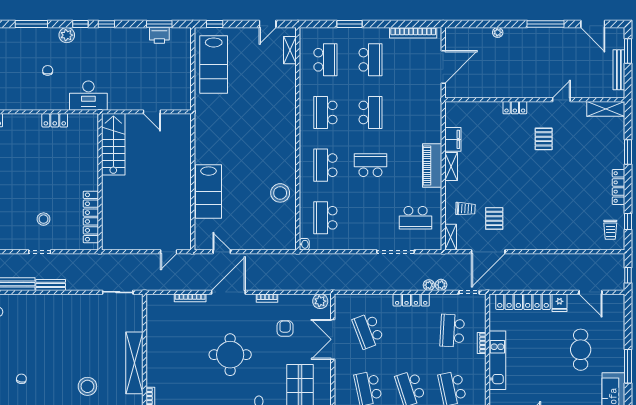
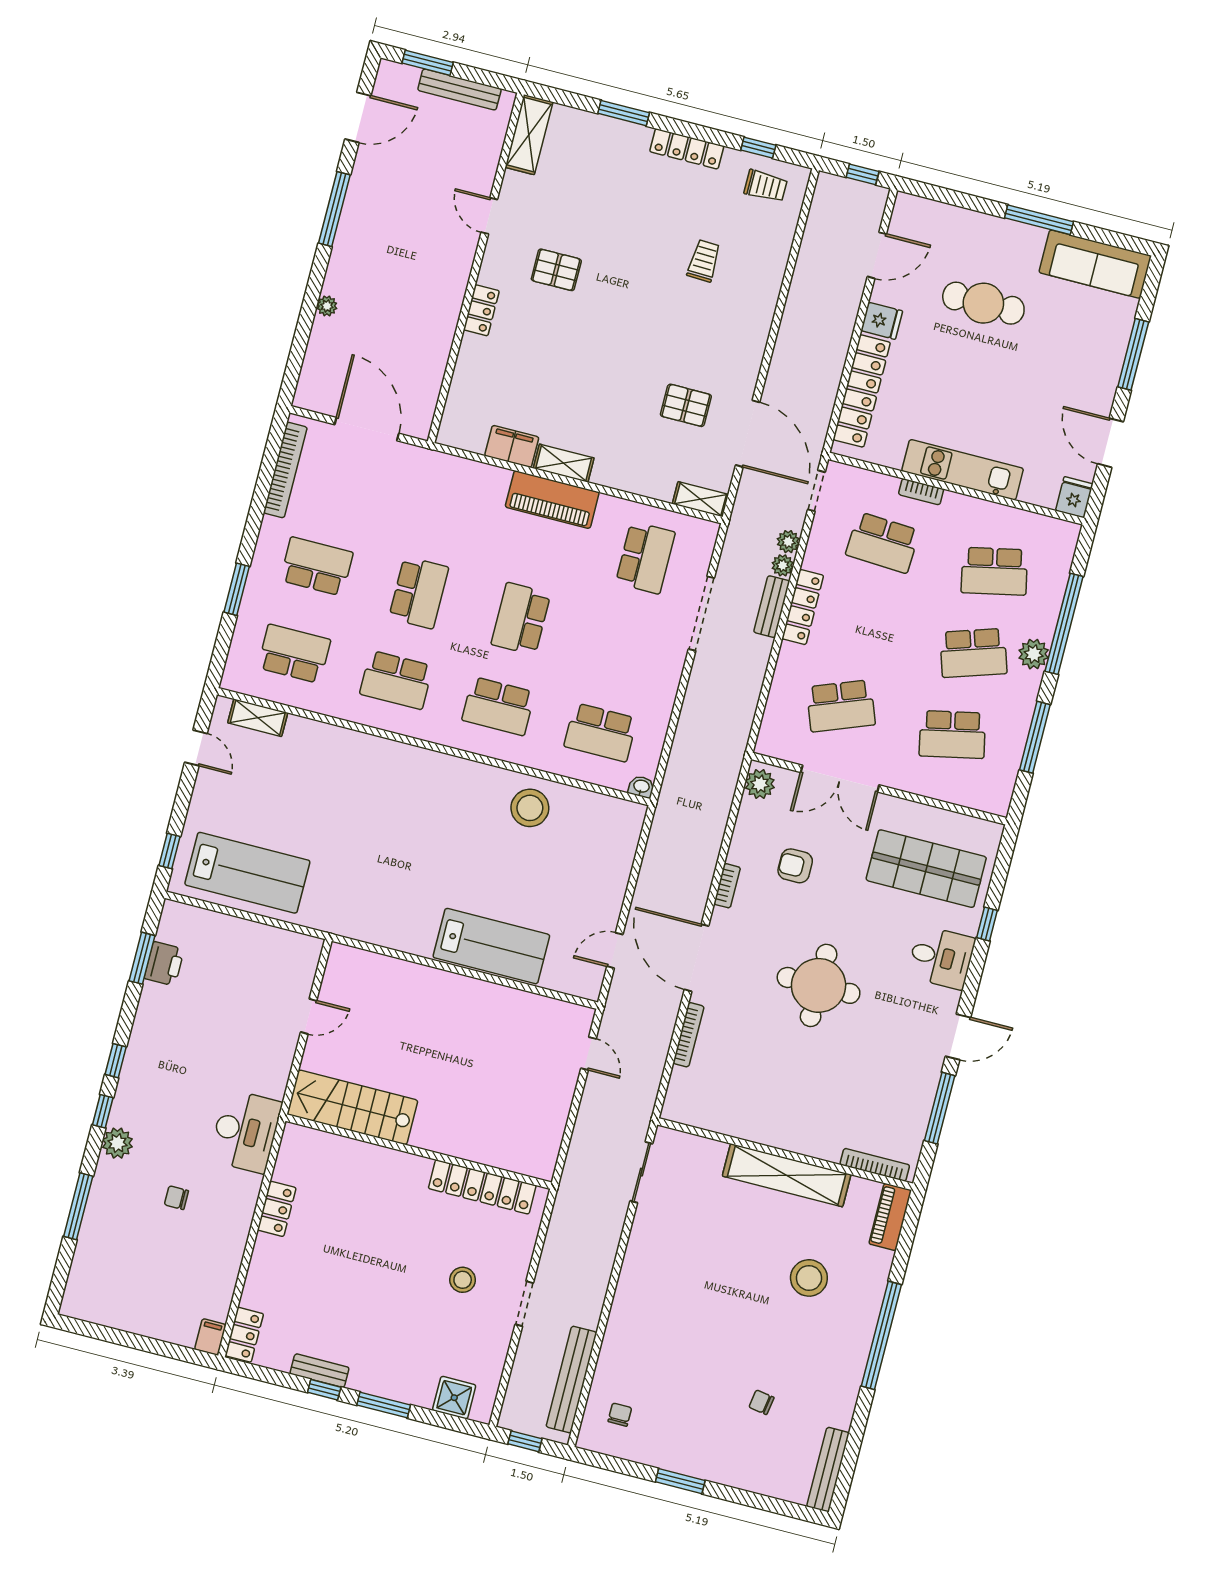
school desk: (370, 112) -> (419, 593), turned 90
trolley: (465, 209) -> (704, 261), moved
bench: (51, 285) -> (772, 607), moved

